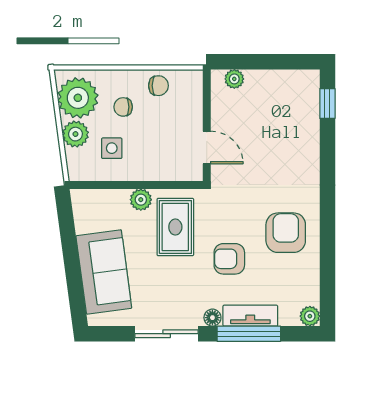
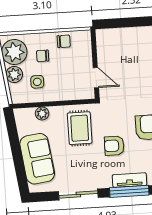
plant: (234, 79) -> (110, 34), removed
plant: (141, 200) -> (42, 113), moved
floor lamp: (212, 318) -> (106, 183), removed

